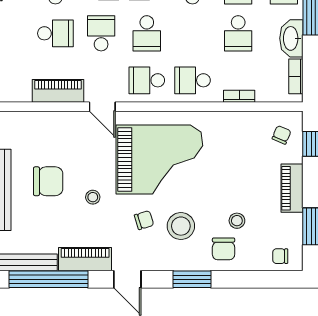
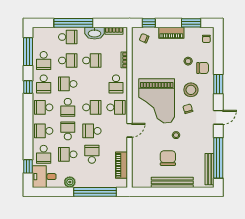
school desk: (147, 80) -> (116, 107), turned -90
piano: (58, 91) -> (121, 165), moved
grand piano: (159, 160) -> (157, 101), turned 180
piano: (85, 259) -> (208, 139), removed

